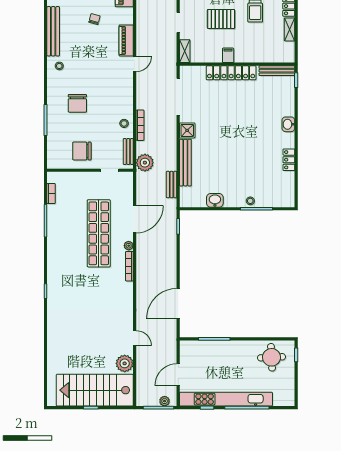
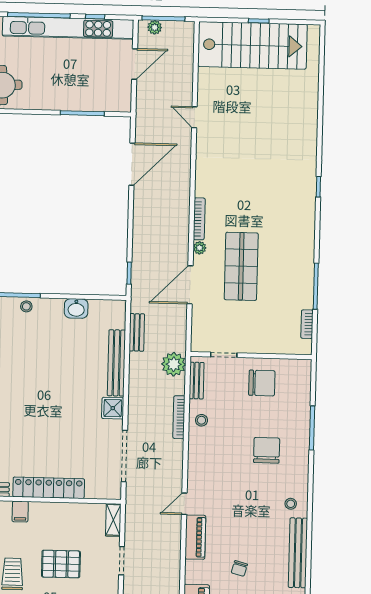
filing cabinet: (228, 55) -> (20, 512), moved
shop shelf: (99, 233) -> (241, 266), width x0.71
plant: (125, 363) -> (210, 82), removed

